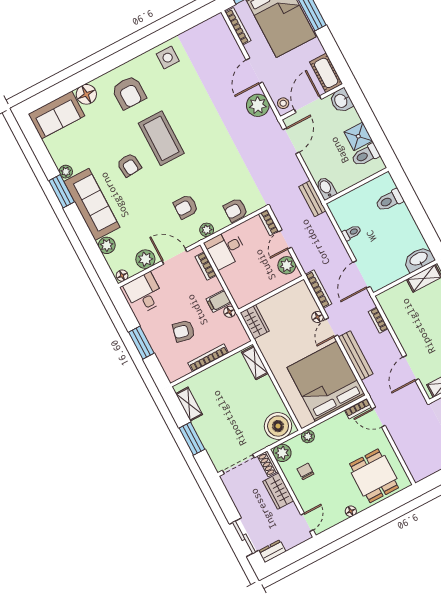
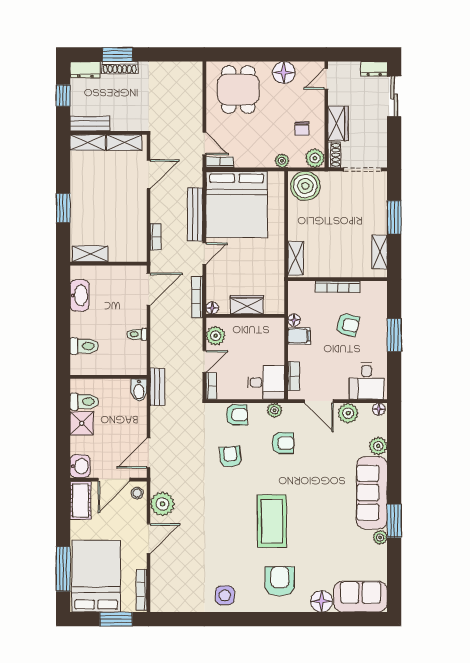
armchair: (129, 165) -> (230, 457), moved
washbasin: (419, 259) -> (80, 296), moved, turned -90
floor lamp: (318, 317) -> (212, 308), moved
wardrobe: (255, 322) -> (247, 305), moved, turned 90
floor lamp: (351, 511) -> (284, 73), width x1.89, depth x1.89

